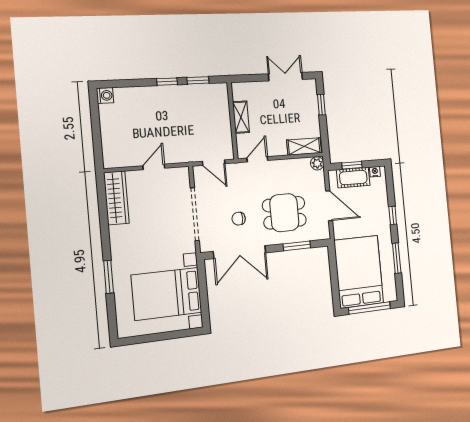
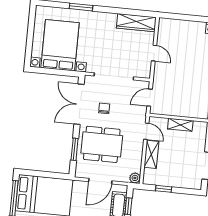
window: (321, 105) -> (164, 189), moved
shelving: (304, 146) -> (151, 154), moved
dining table: (284, 213) -> (102, 144), width x1.38

